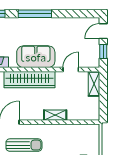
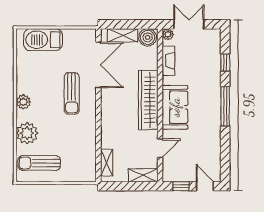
door: (71, 69) -> (160, 148), hinge flipped
shelving: (55, 115) -> (107, 163), moved

